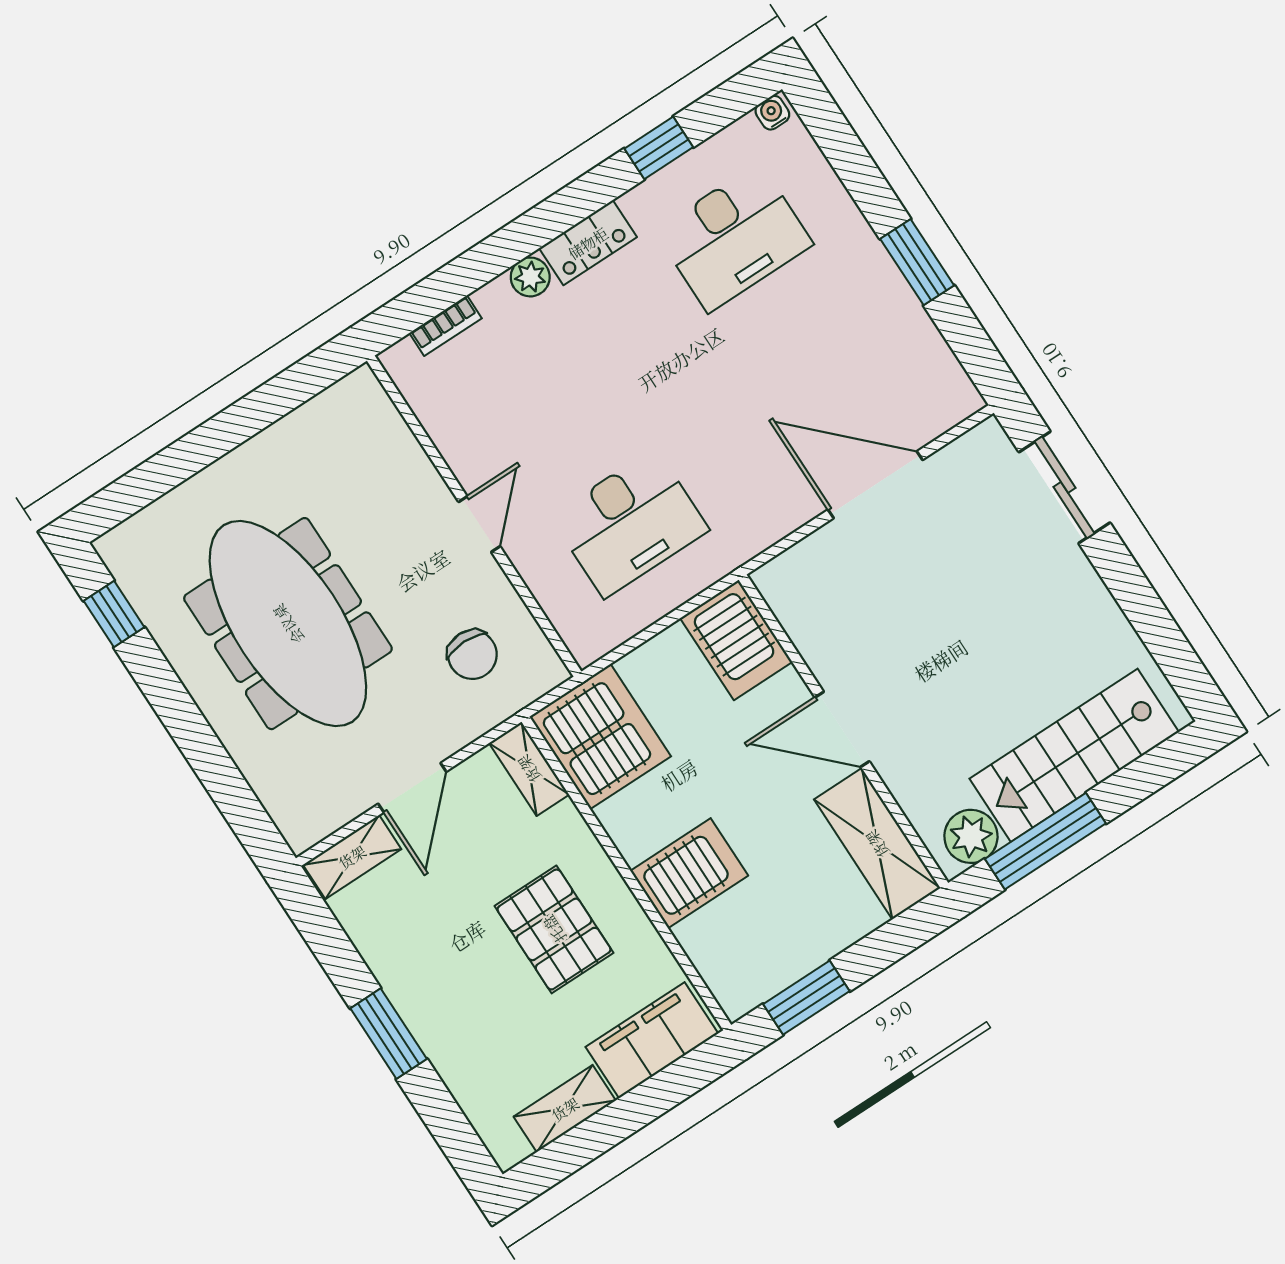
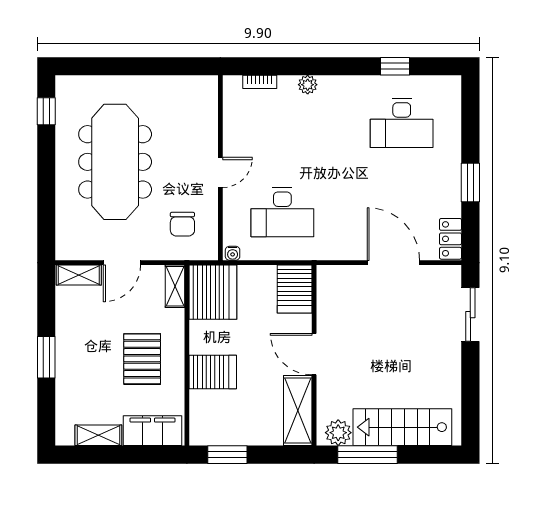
water cooler: (772, 113) -> (233, 253), moved, turned 180
locker: (588, 243) -> (451, 239), moved, turned 90

